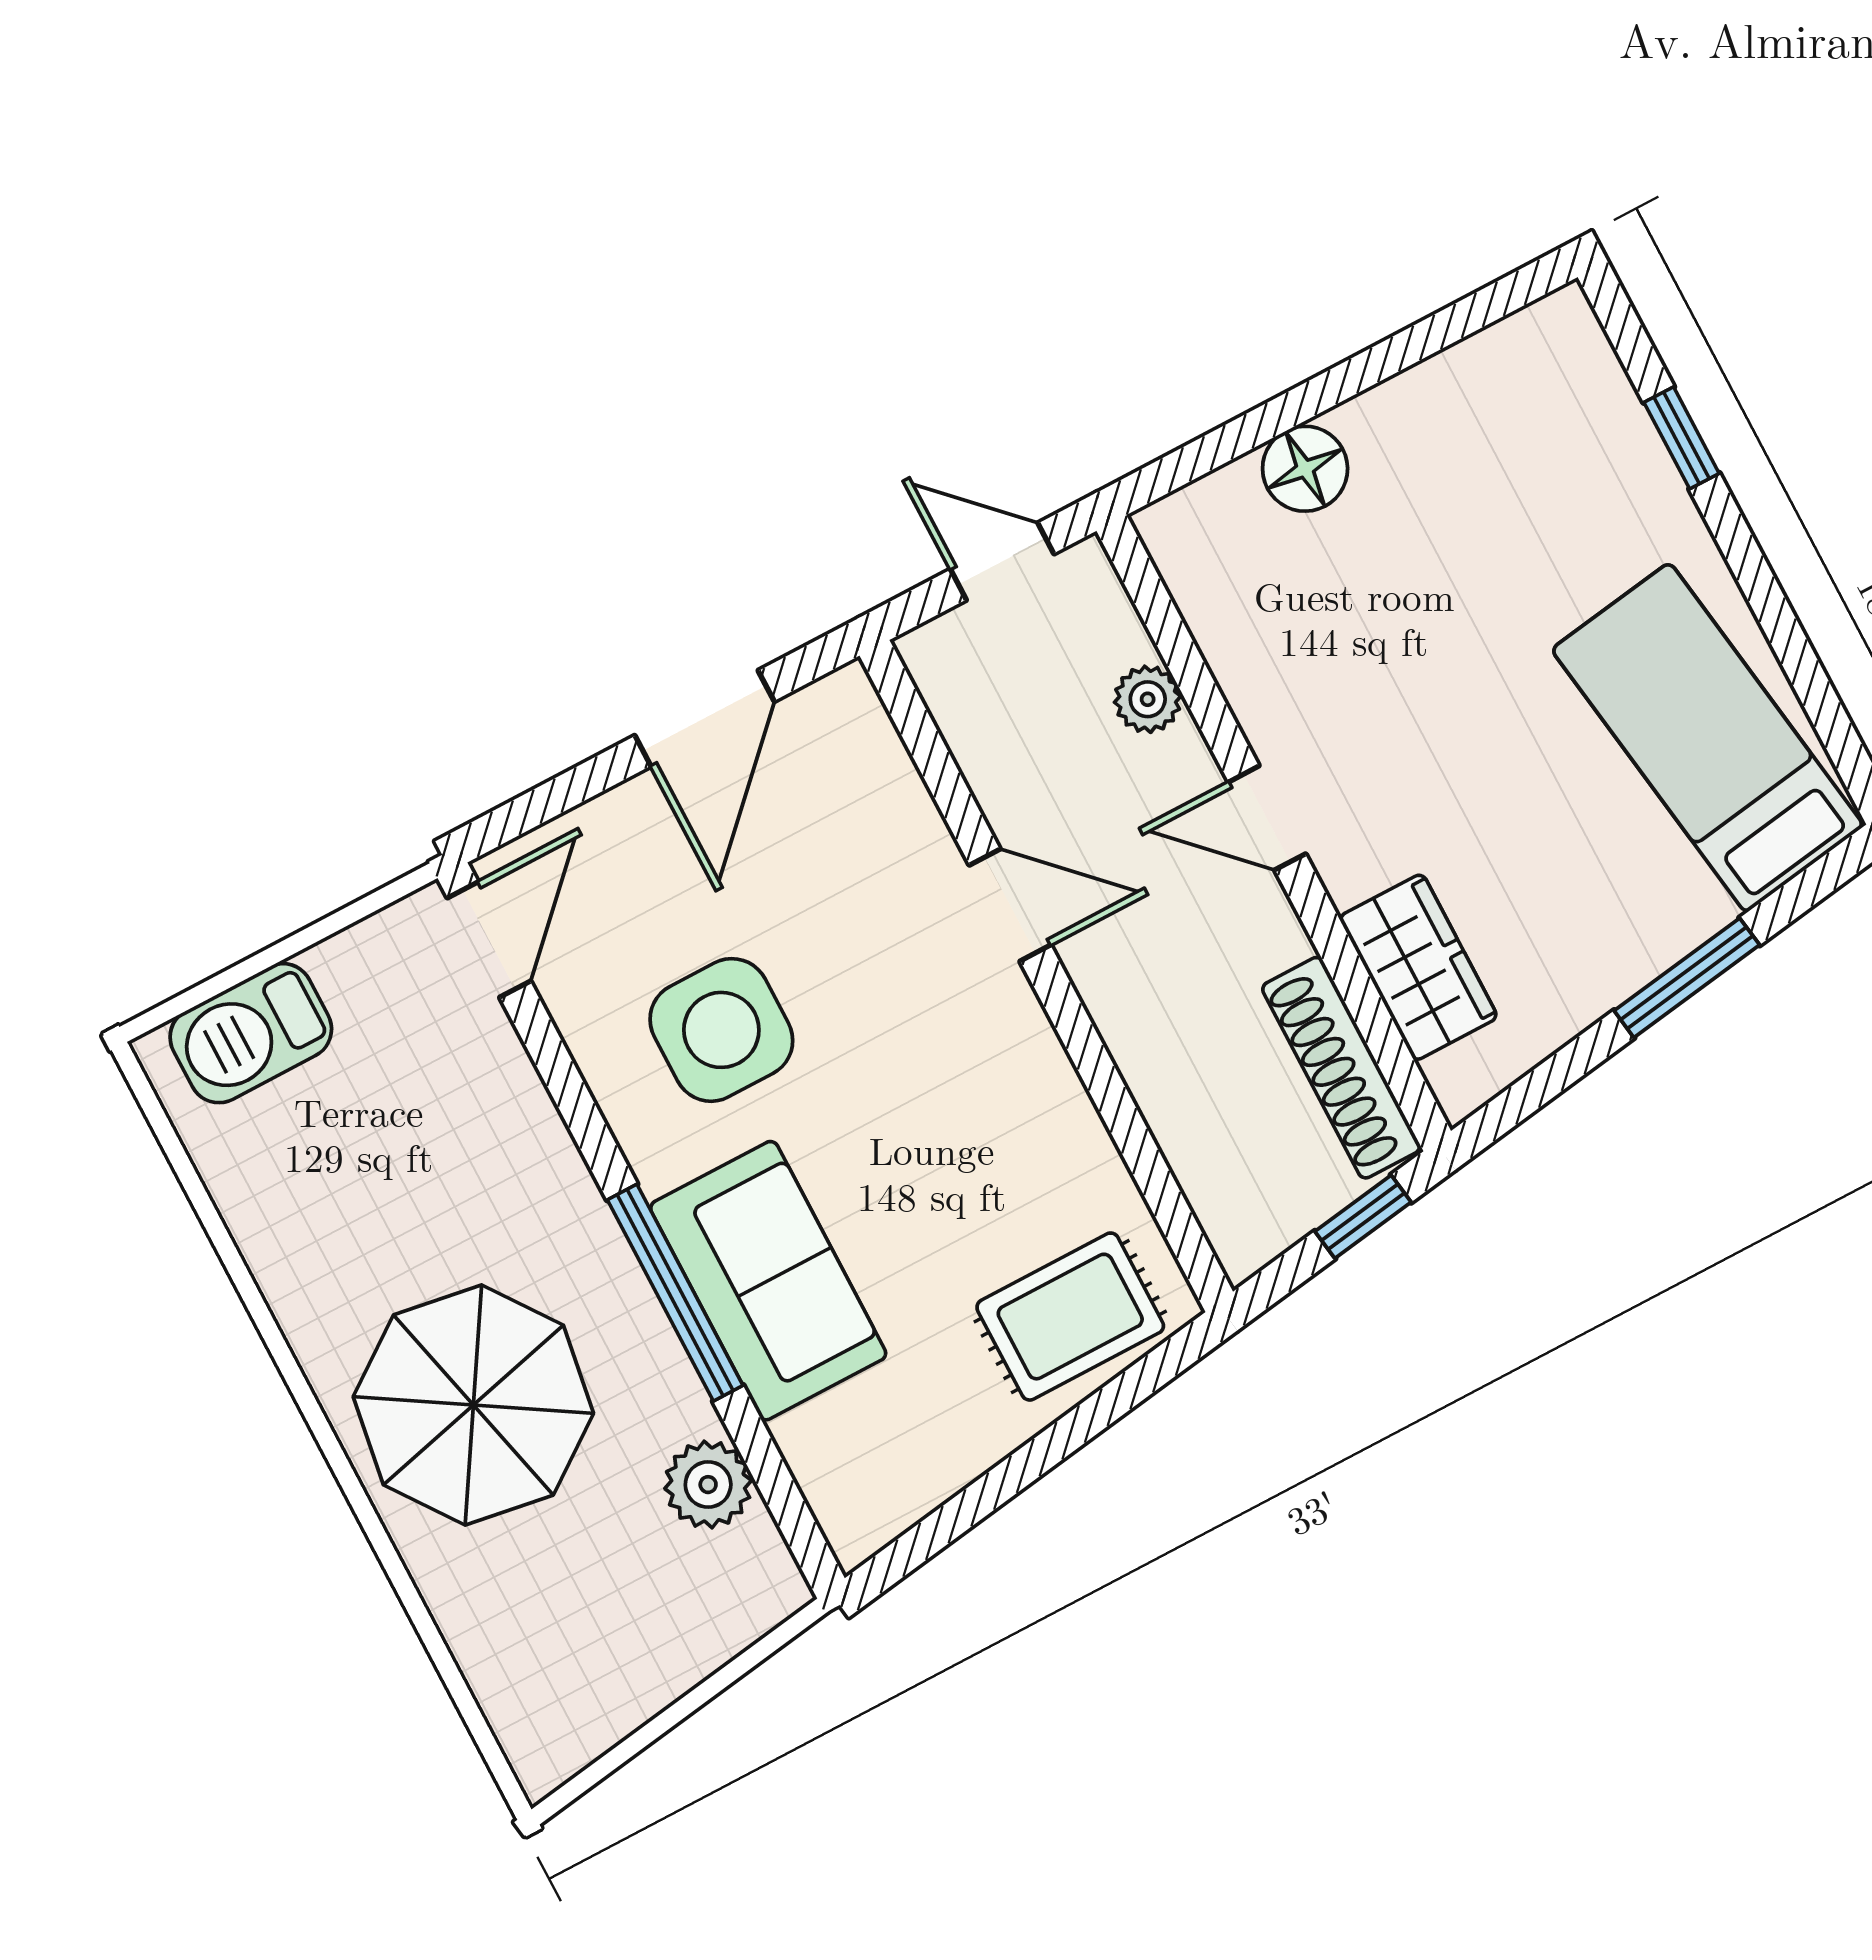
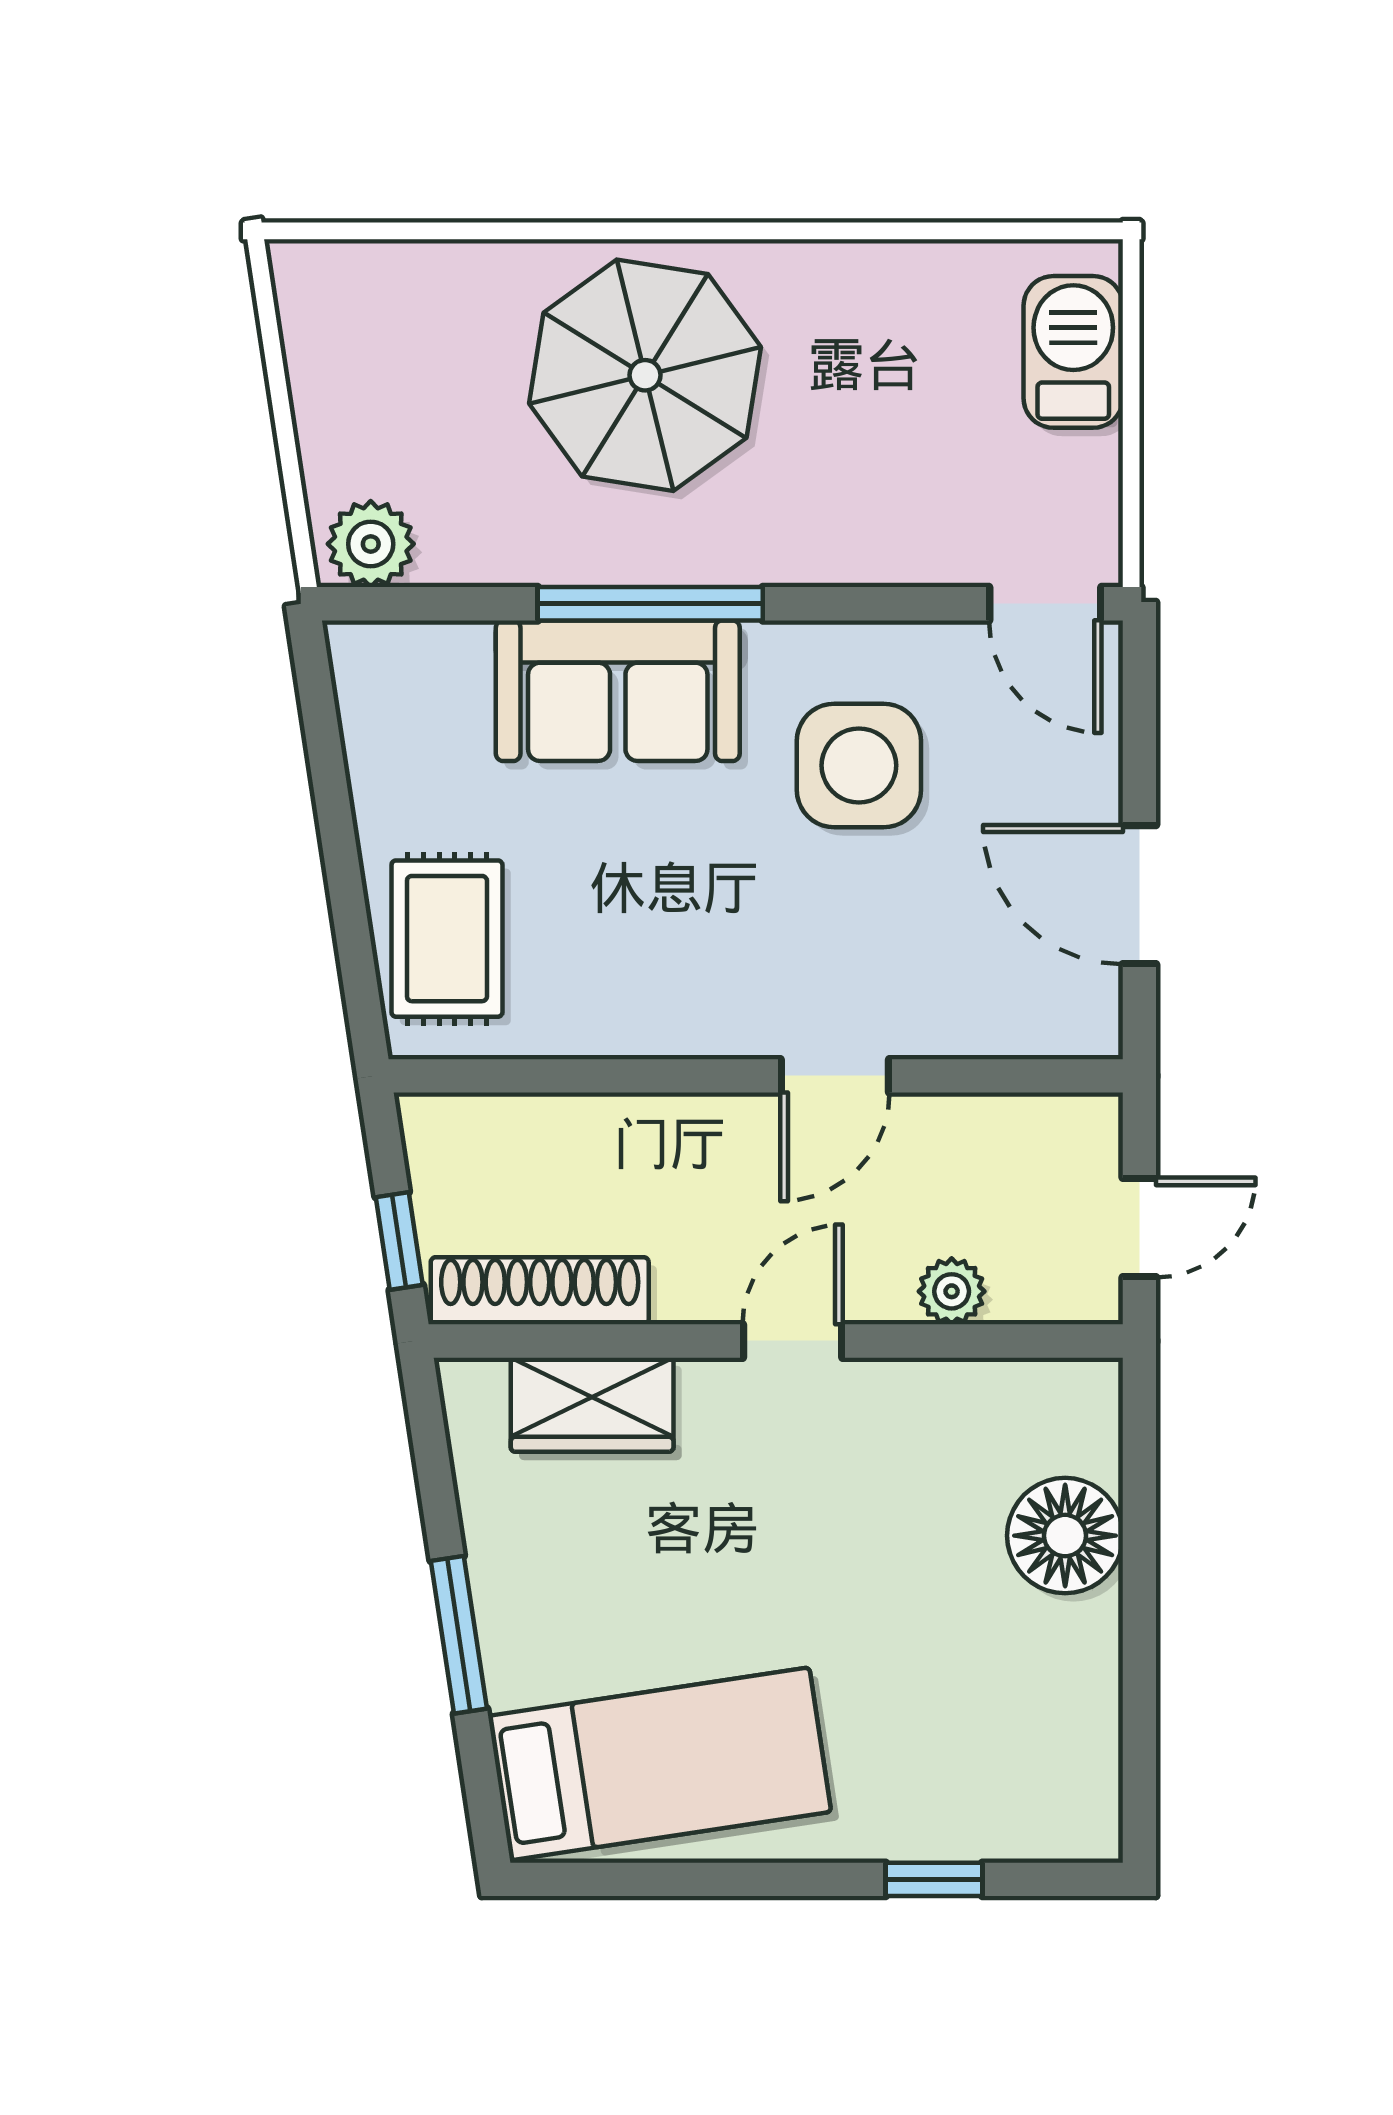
floor lamp: (1305, 469) -> (1065, 1536), width x1.38, depth x1.38
plant: (708, 1485) -> (371, 544), moved

